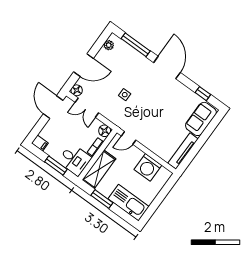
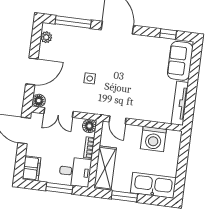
door: (129, 138) -> (118, 120), hinge flipped
filing cabinet: (40, 143) -> (32, 168), width x2.00

